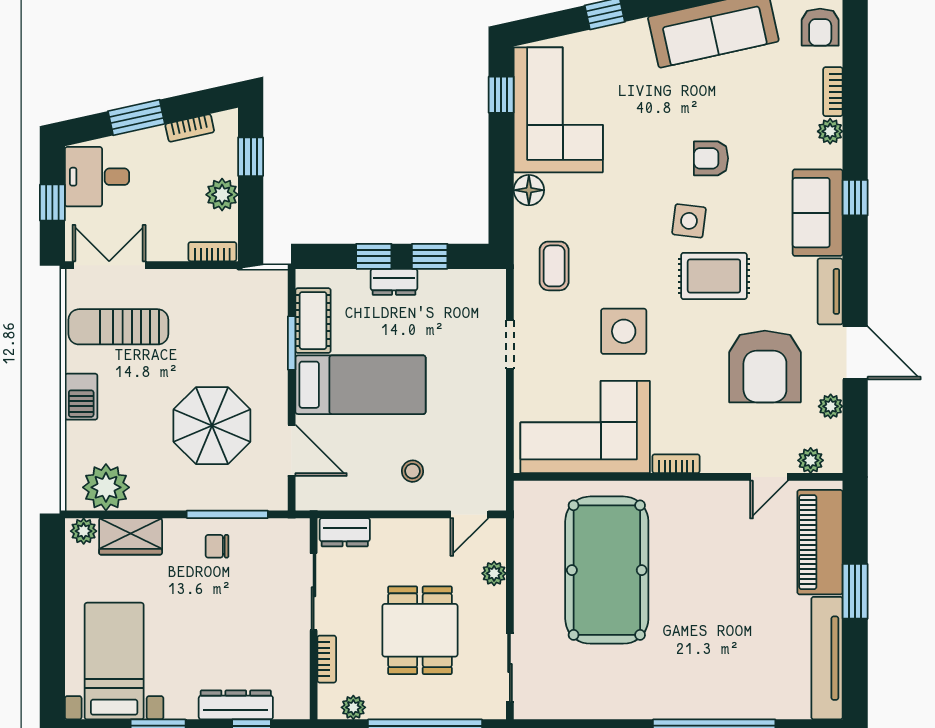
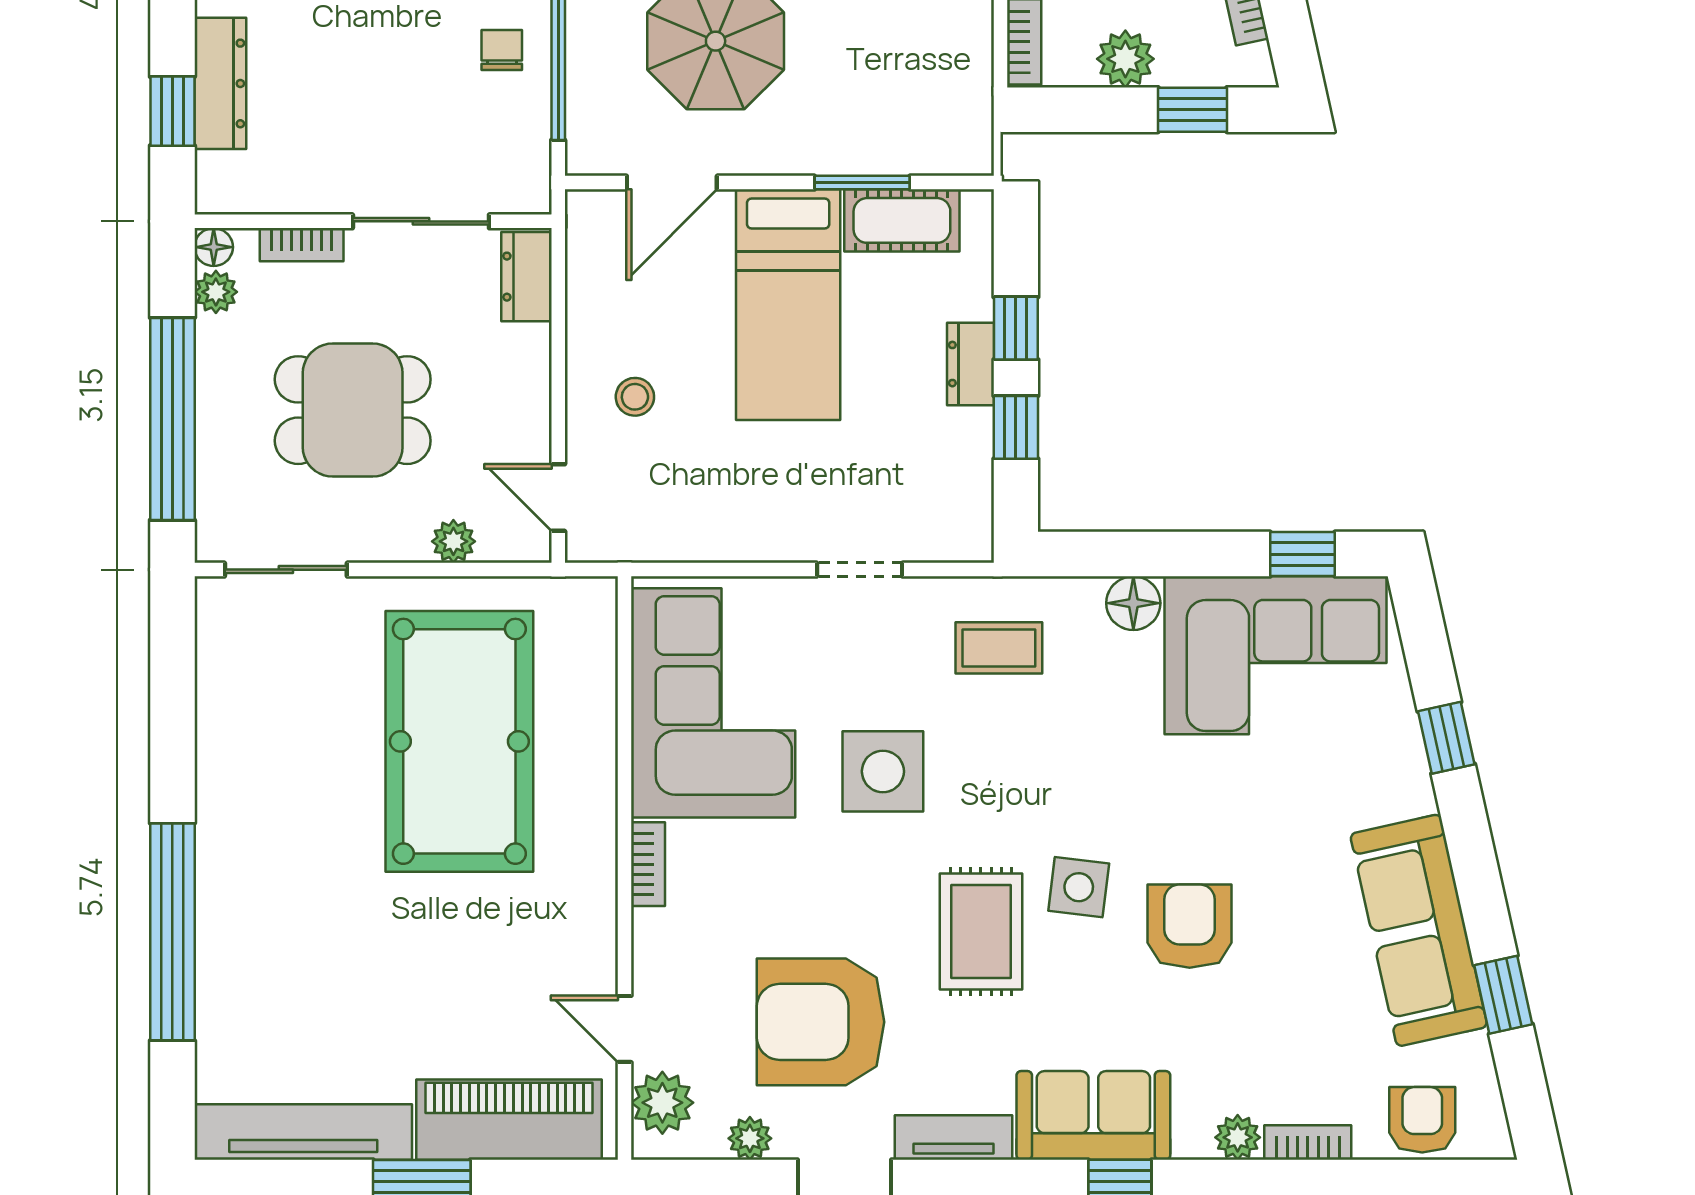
armchair: (820, 27) -> (1422, 1120), turned 90
armchair: (711, 158) -> (1190, 926), width x1.38, depth x1.38
plant: (811, 460) -> (662, 1103), width x1.38, depth x1.38
pool table: (607, 570) -> (459, 741), turned 90
floor lamp: (328, 709) -> (214, 247), added

